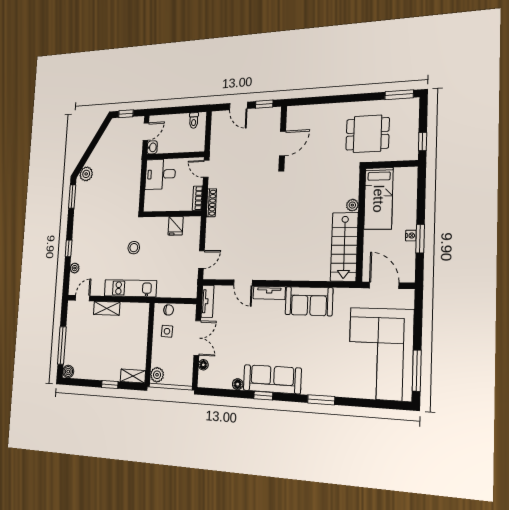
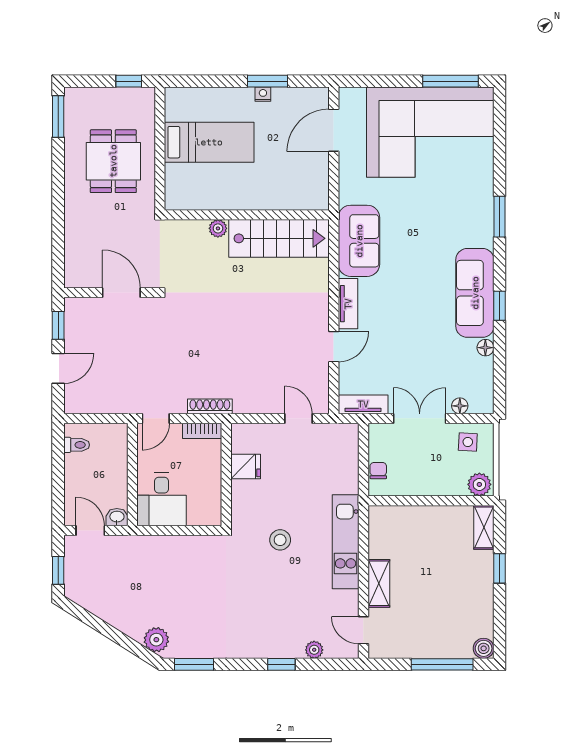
plant: (352, 205) -> (218, 228), moved
wall: (361, 225) -> (247, 215), moved
stairs: (344, 247) -> (279, 238), moved
side table: (167, 331) -> (468, 442), moved

